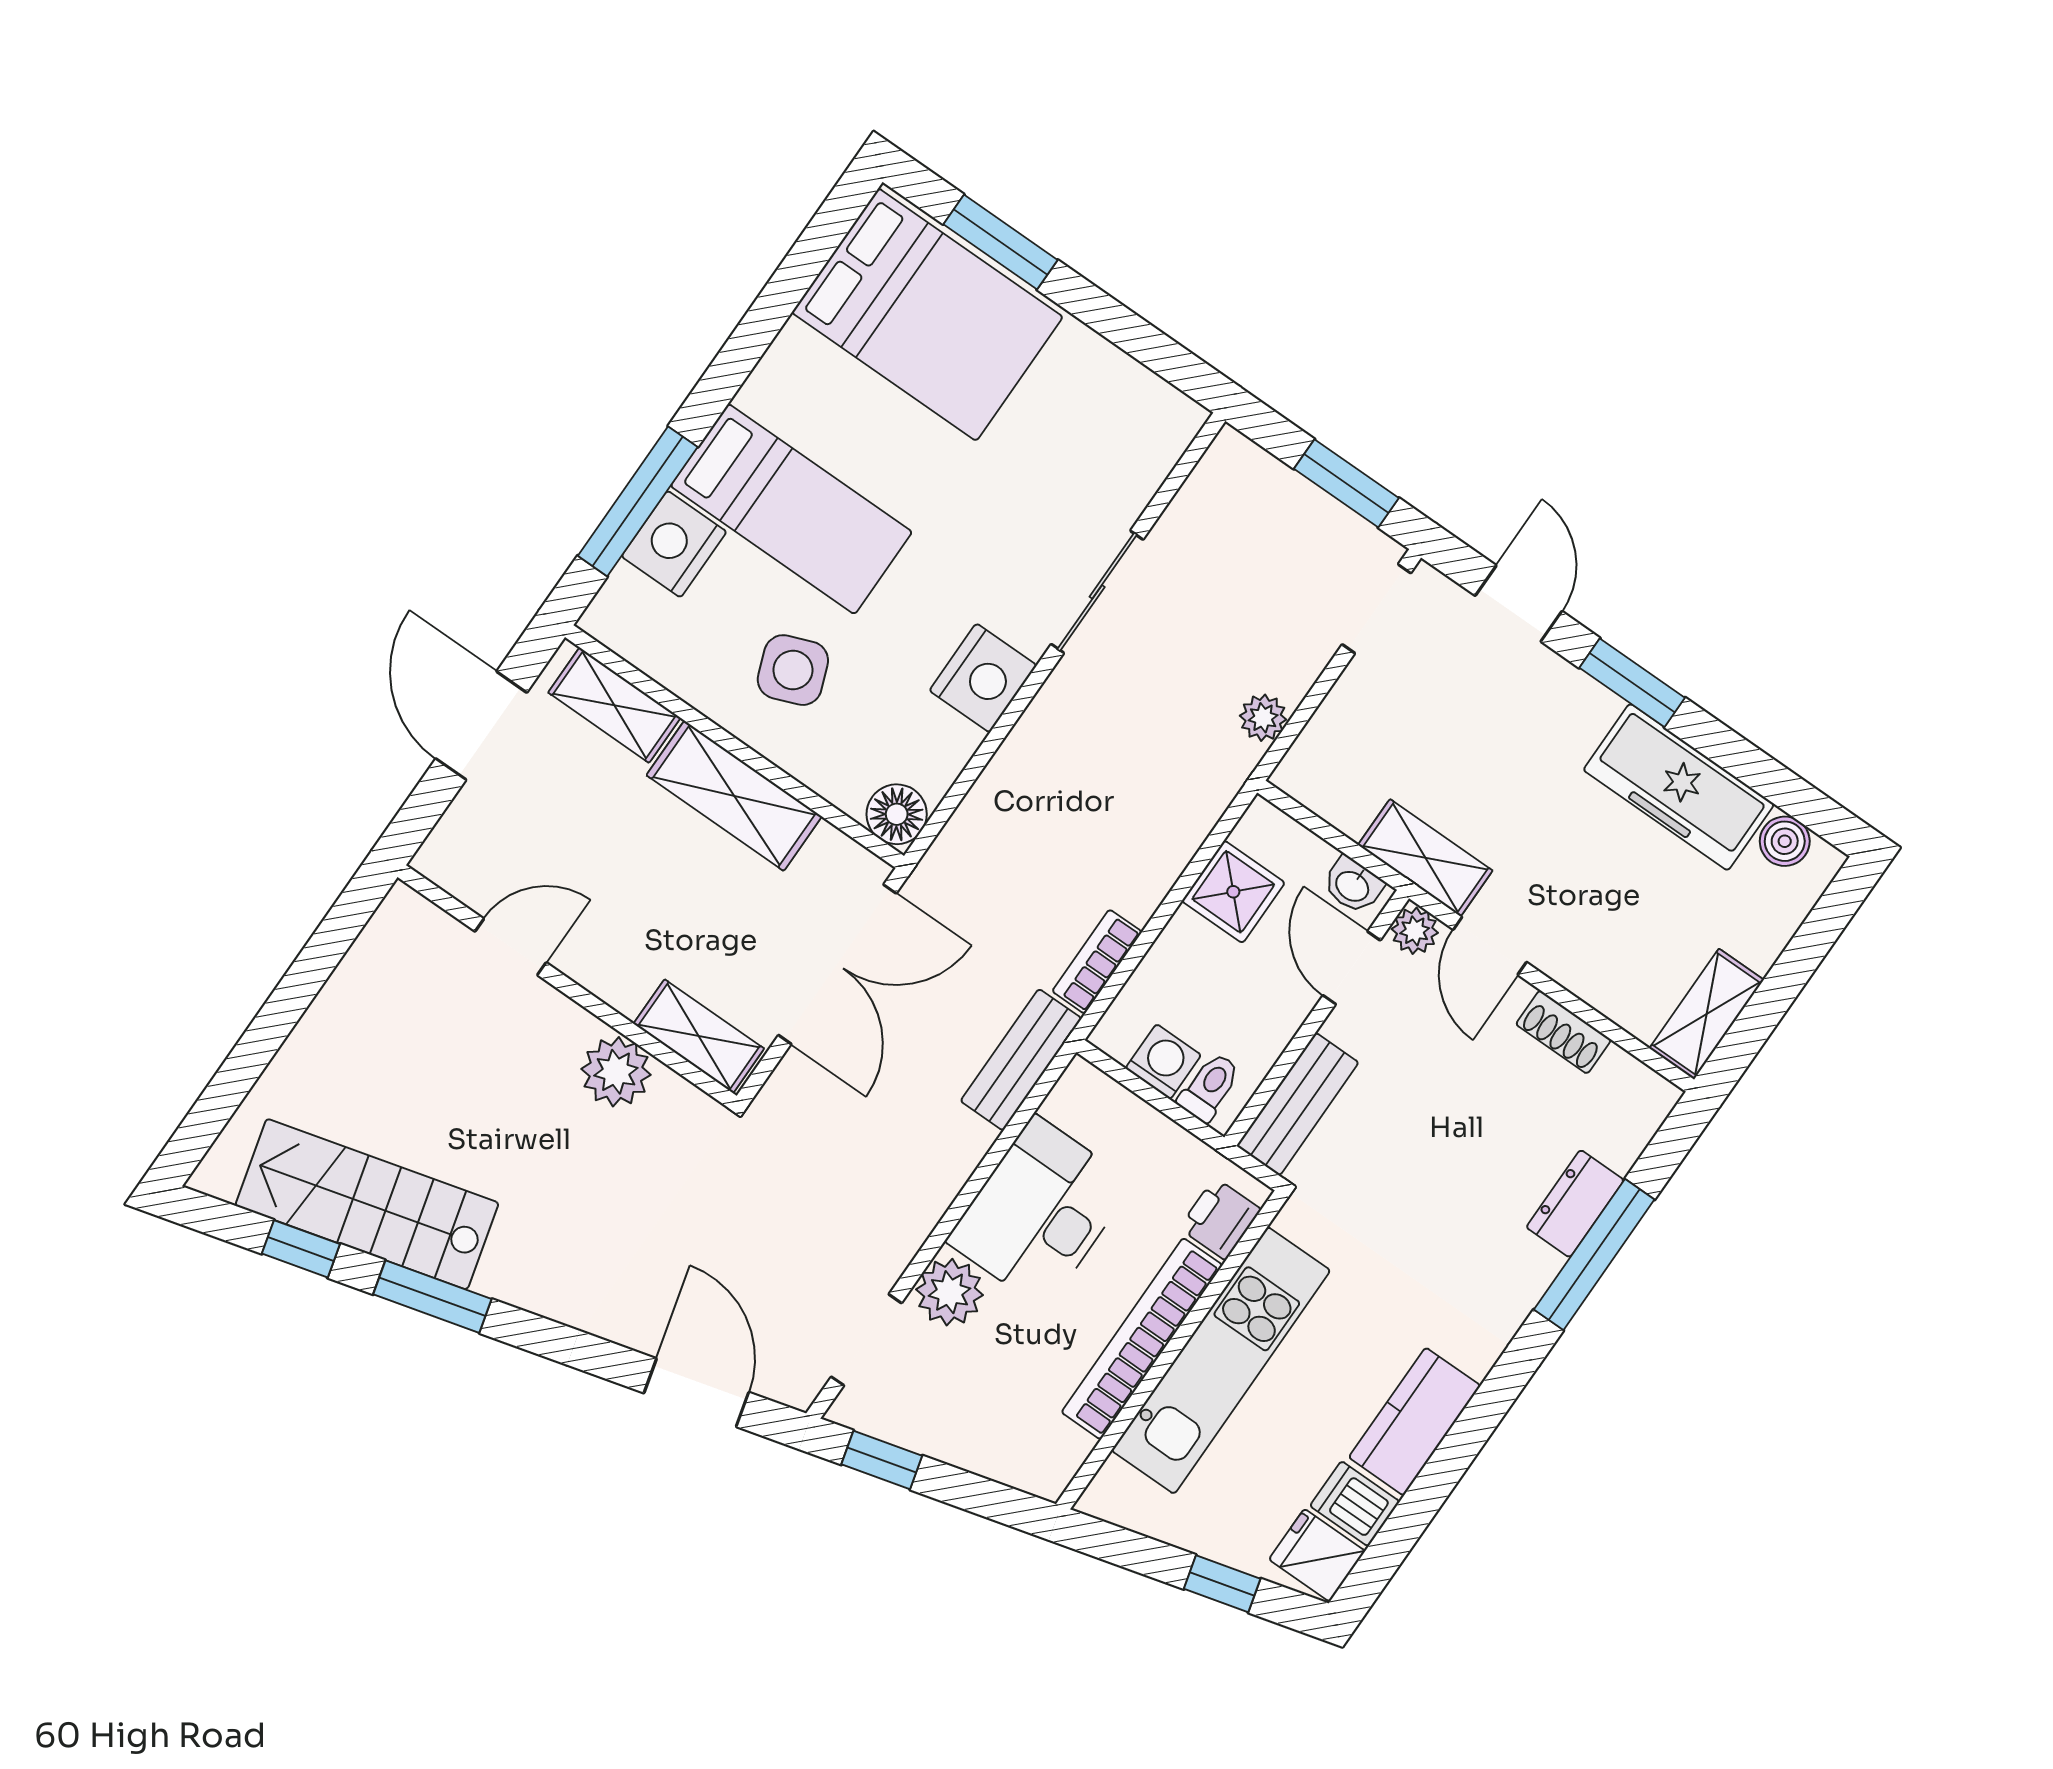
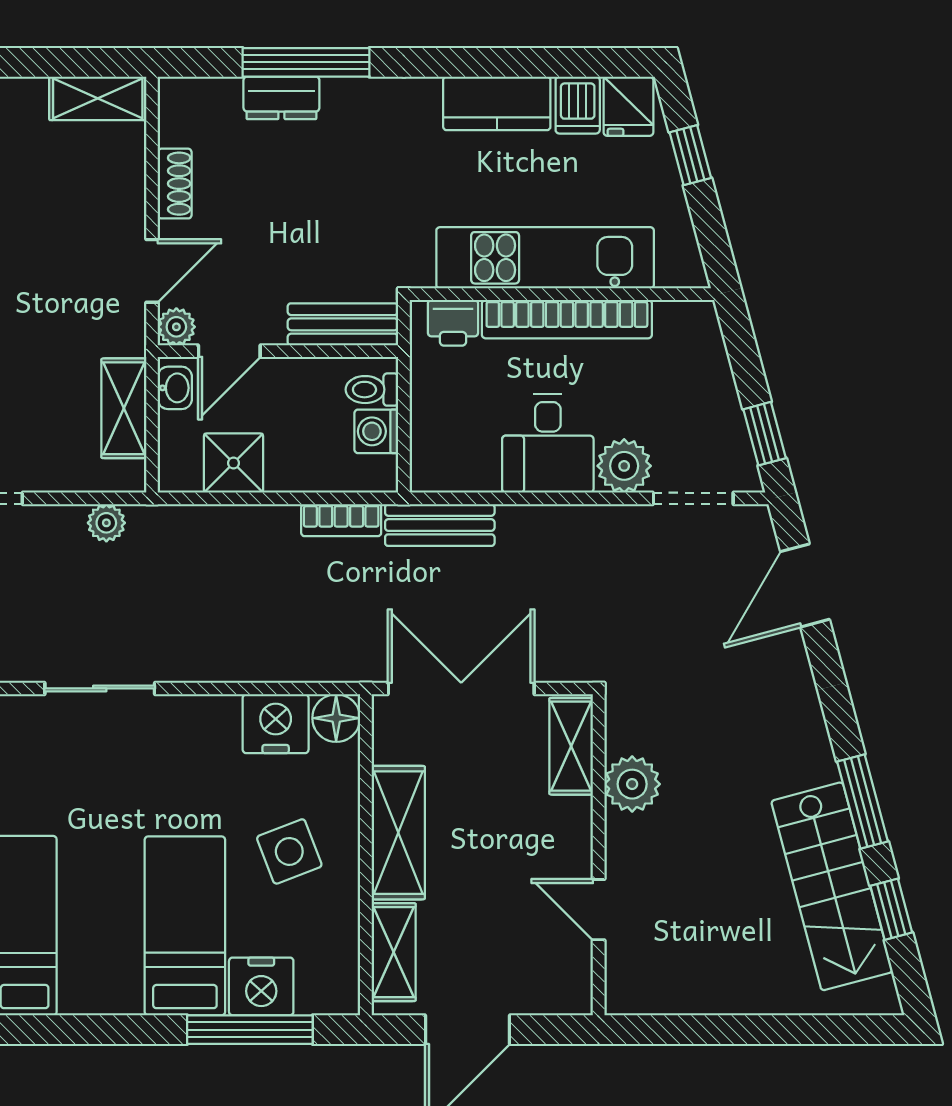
nightstand: (983, 678) -> (276, 724), moved
shelving: (1425, 858) -> (124, 408), moved
desk: (1040, 1212) -> (548, 443), width x0.73

